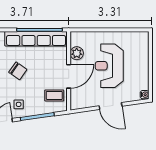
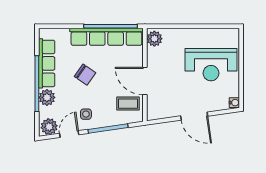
plant: (77, 53) -> (154, 39), moved
reception desk: (109, 66) -> (211, 65), moved, turned -90
door: (69, 76) -> (145, 81), swing flipped

